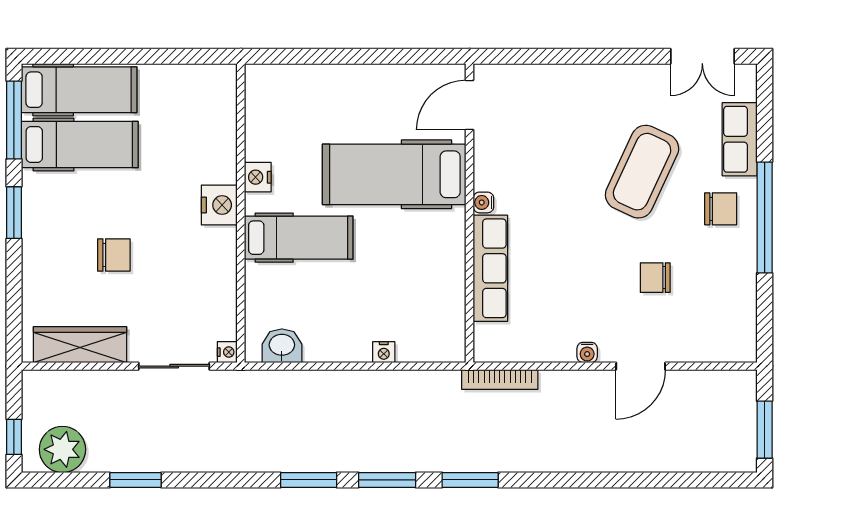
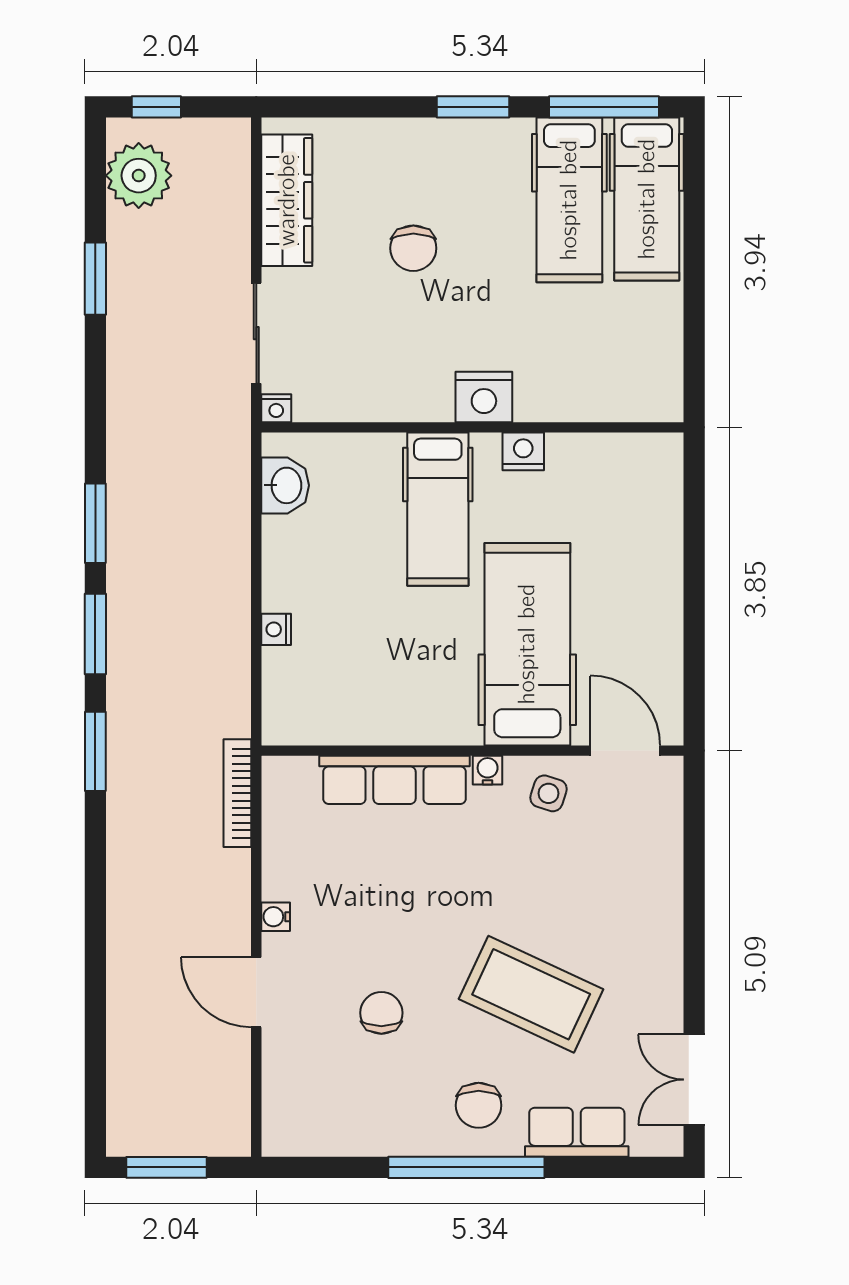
side table: (500, 159) -> (548, 793), added

